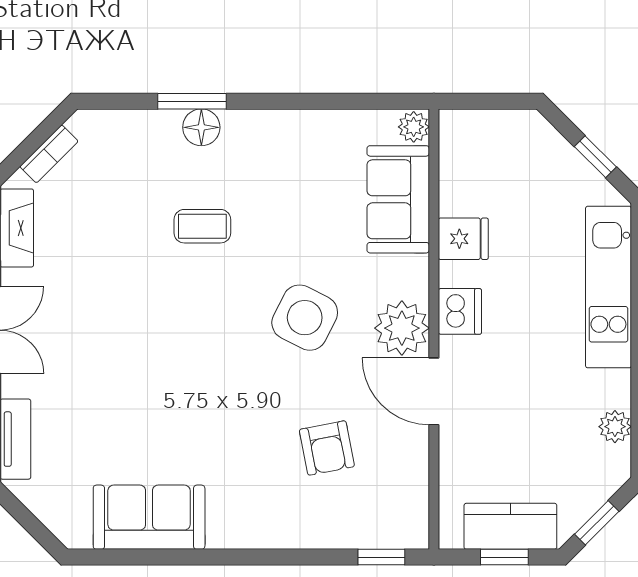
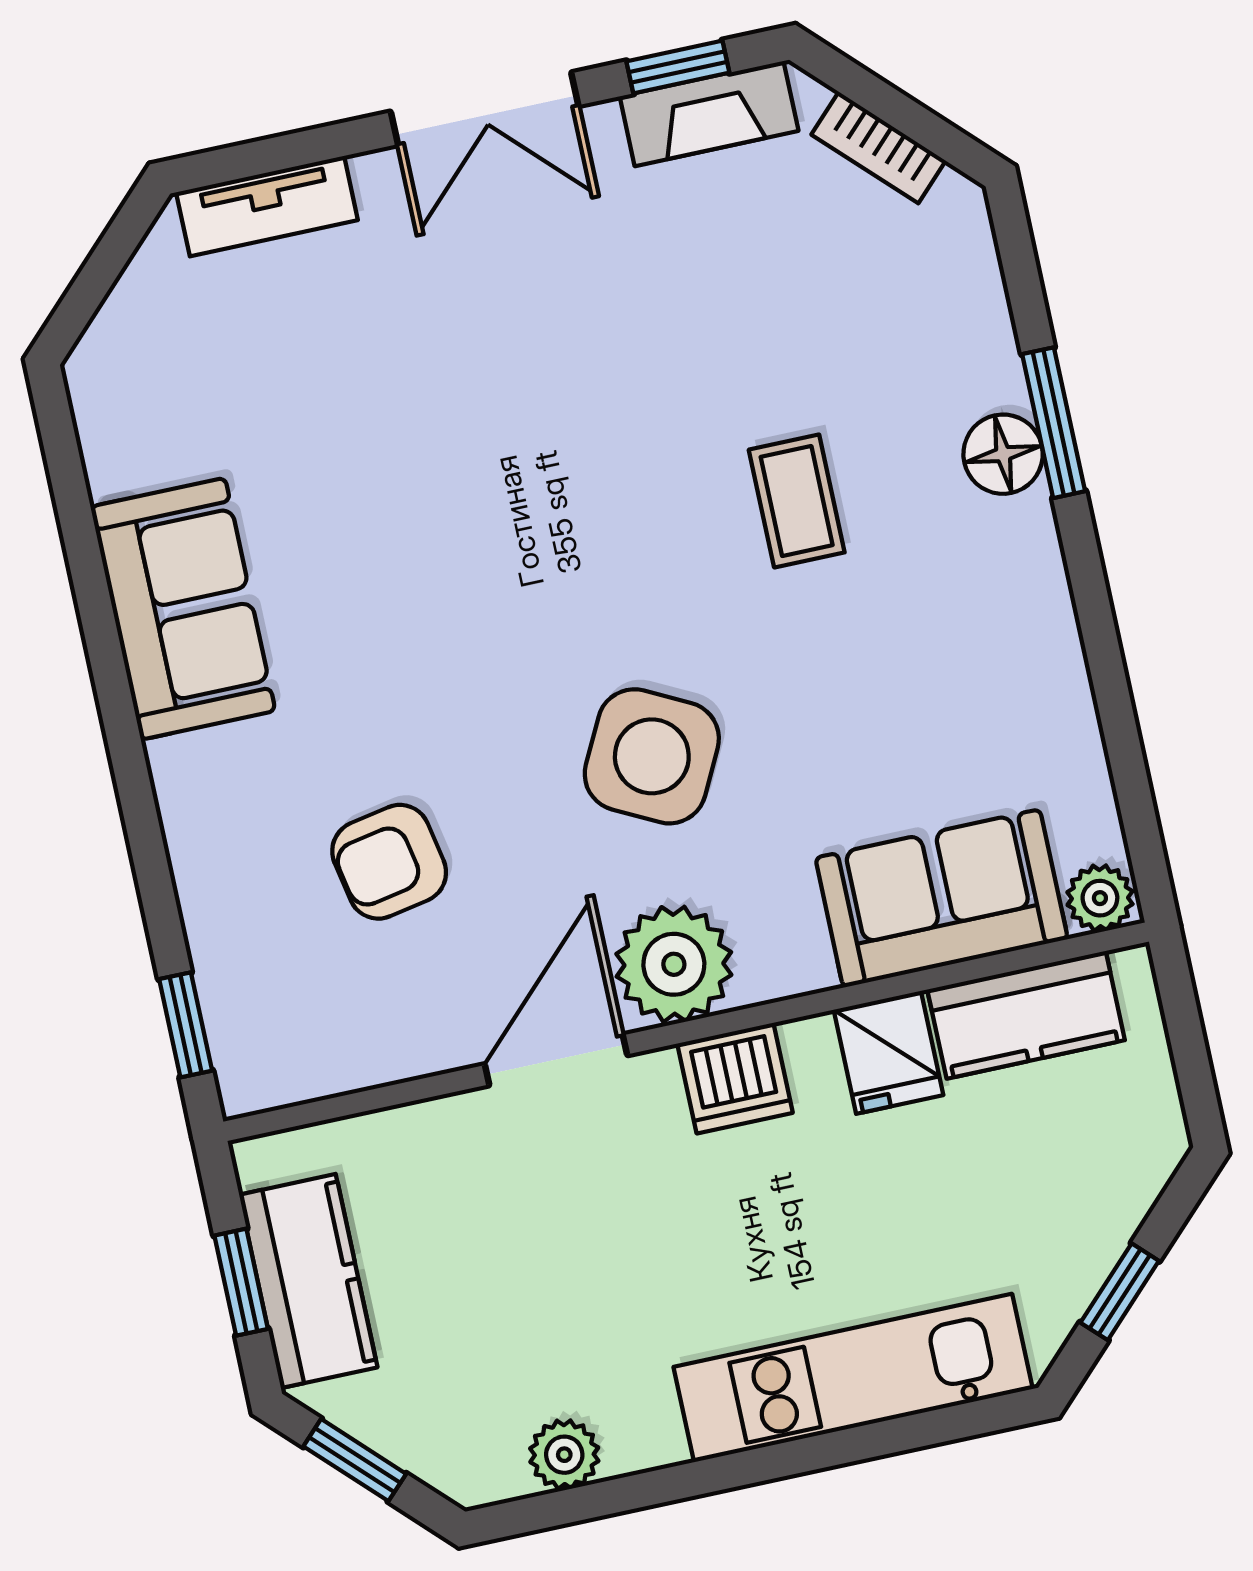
kitchen counter: (460, 172) -> (1026, 1015), added
sofa: (149, 517) -> (183, 609), moved

